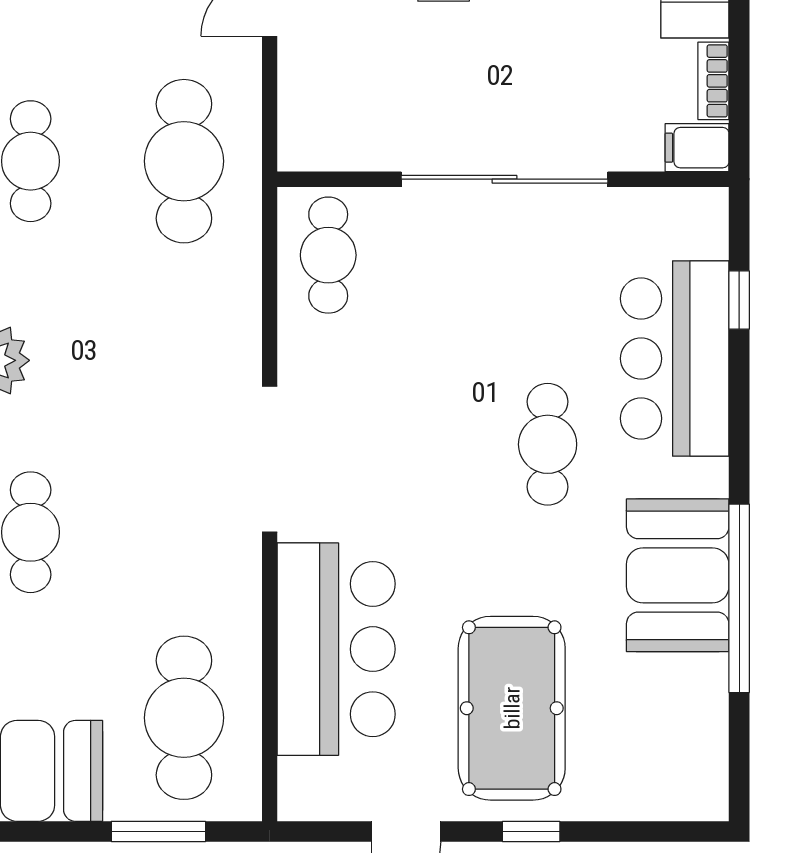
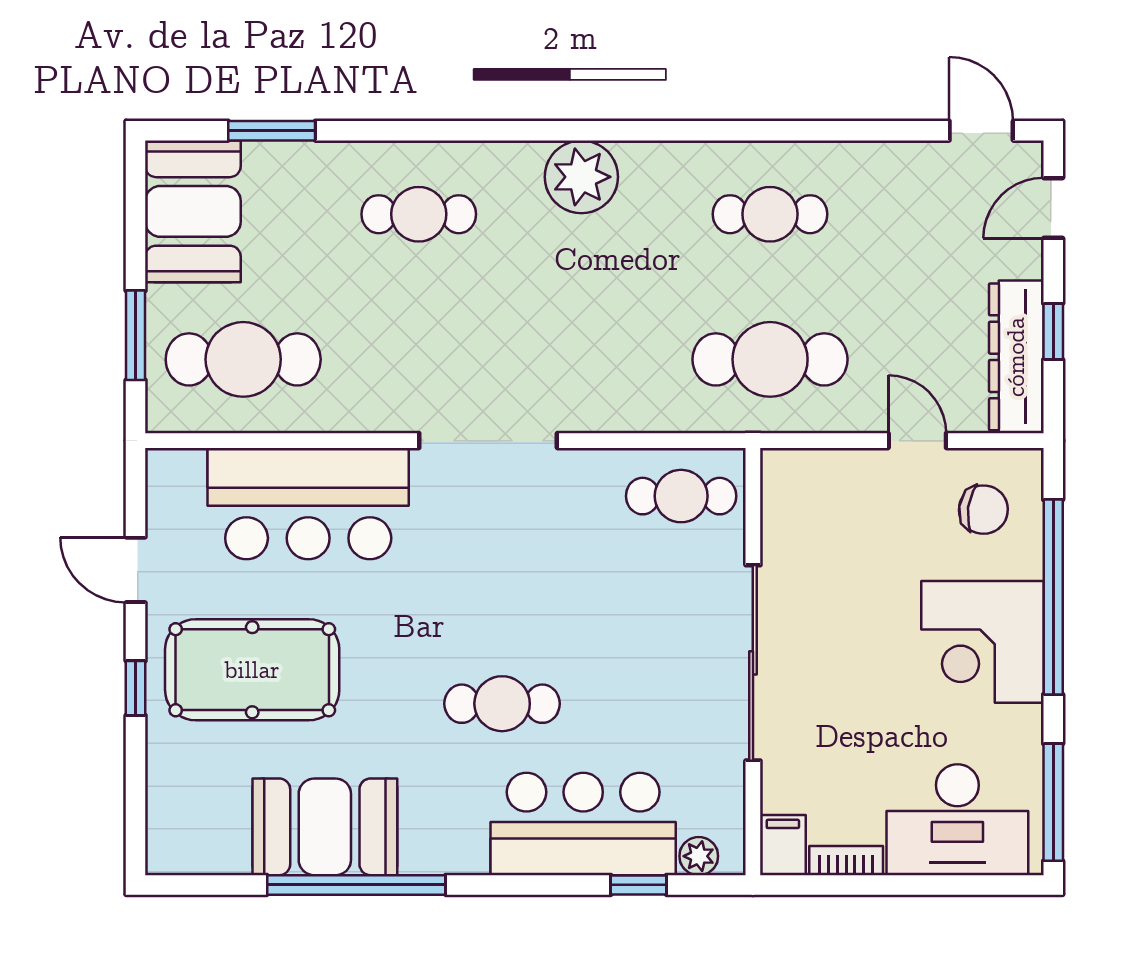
plant: (709, 236) -> (699, 856), added
booth: (678, 575) -> (325, 827), moved

